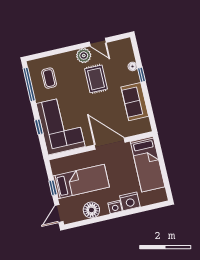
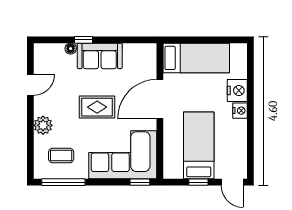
plant: (84, 56) -> (43, 125), moved
rug: (96, 79) -> (97, 107), moved
sofa: (135, 102) -> (100, 56), moved
window: (39, 127) -> (140, 182), moved
floor lamp: (91, 210) -> (237, 141), removed

